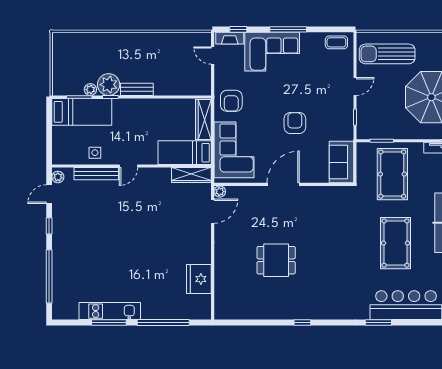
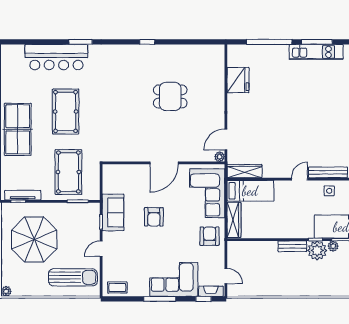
sofa: (341, 162) -> (113, 212), moved

